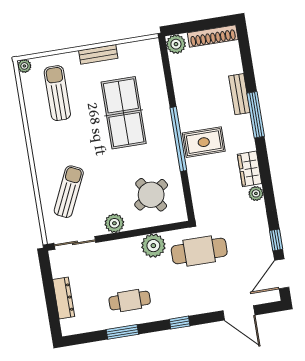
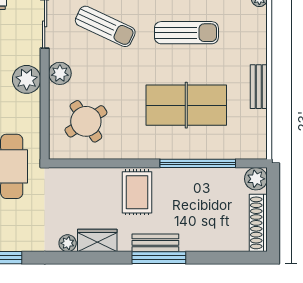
sun lounger: (57, 93) -> (186, 33), moved
bench: (239, 94) -> (155, 243), moved
window: (178, 139) -> (198, 163), moved
plant: (153, 246) -> (27, 79), moved

